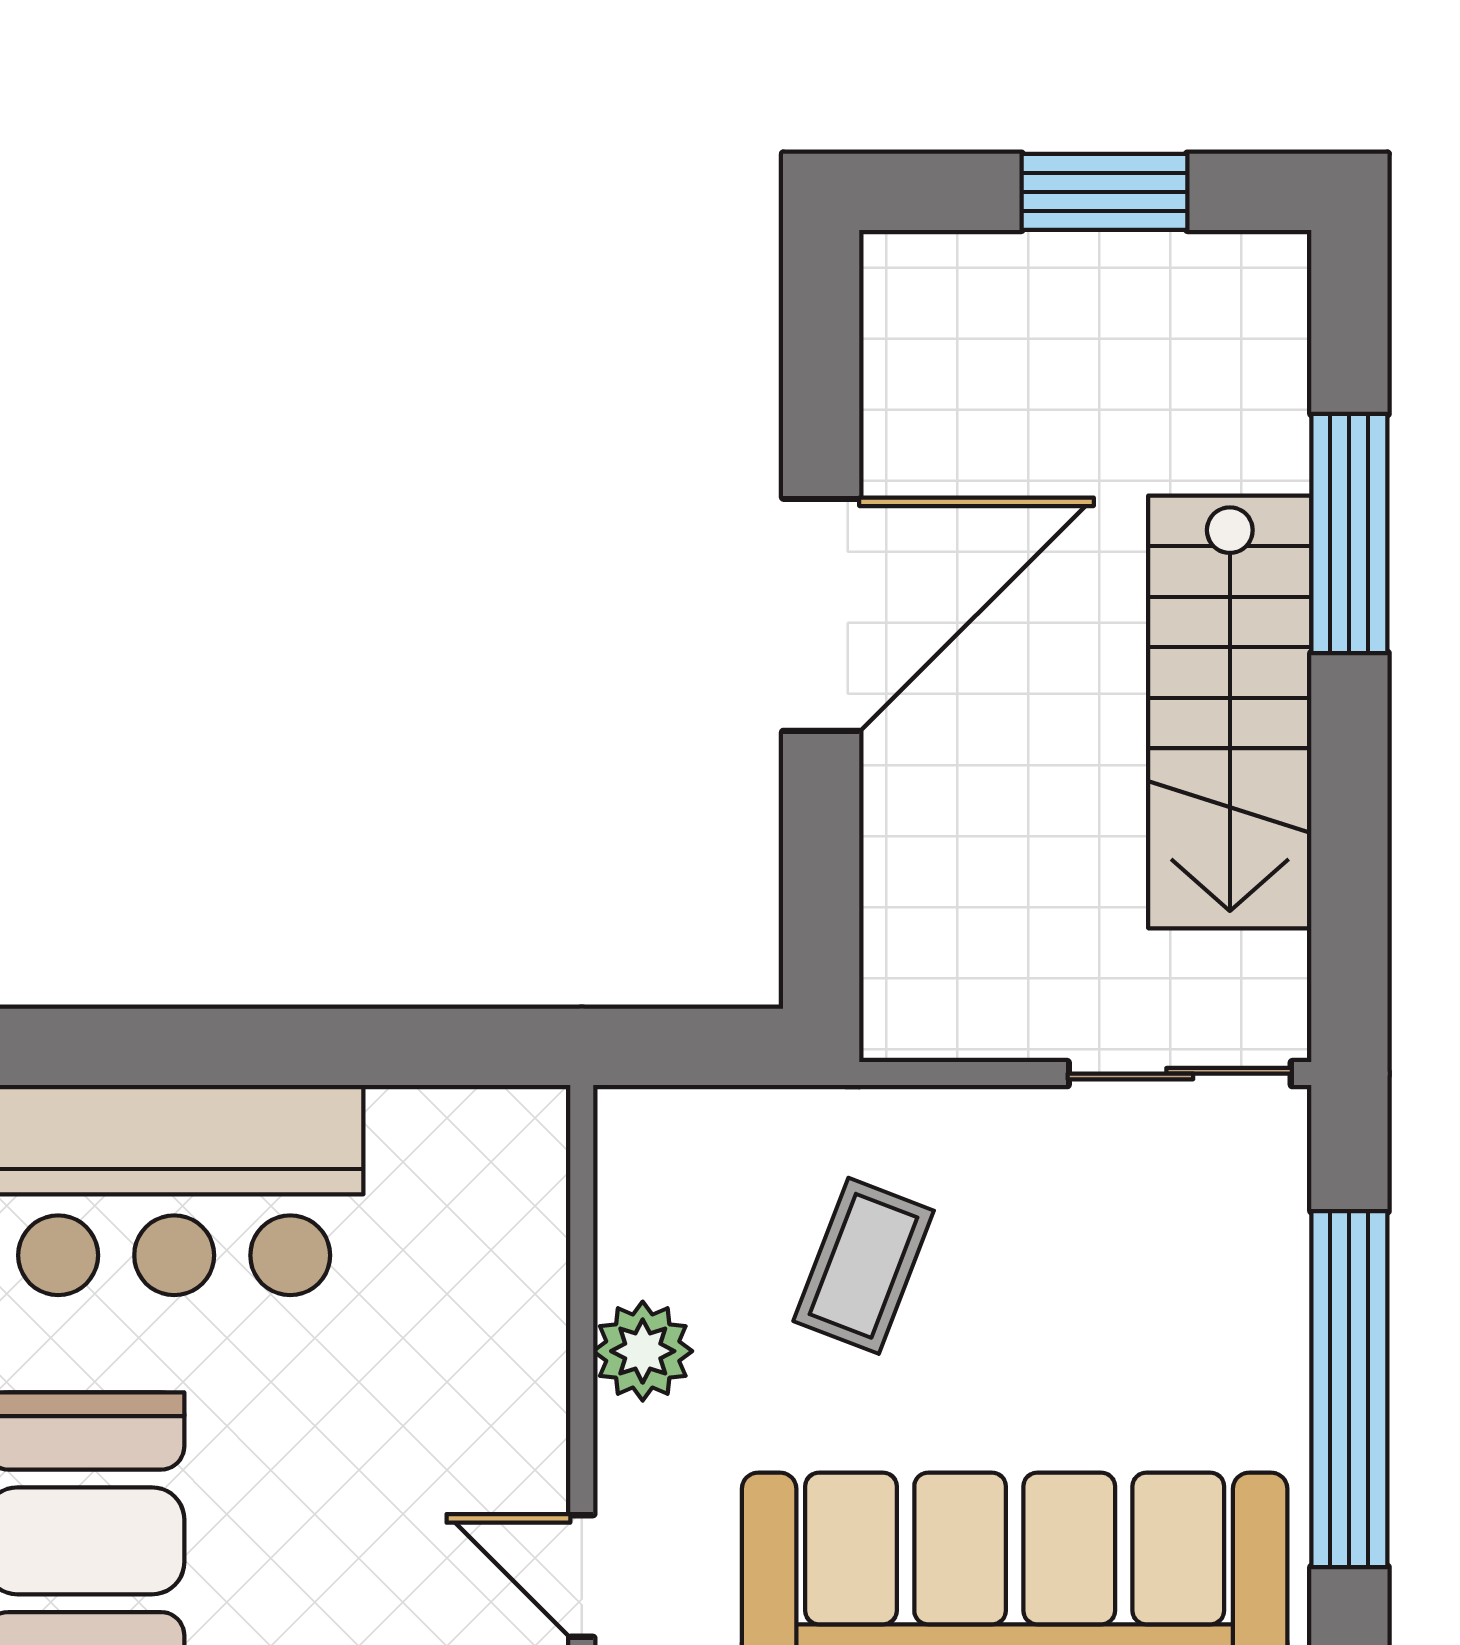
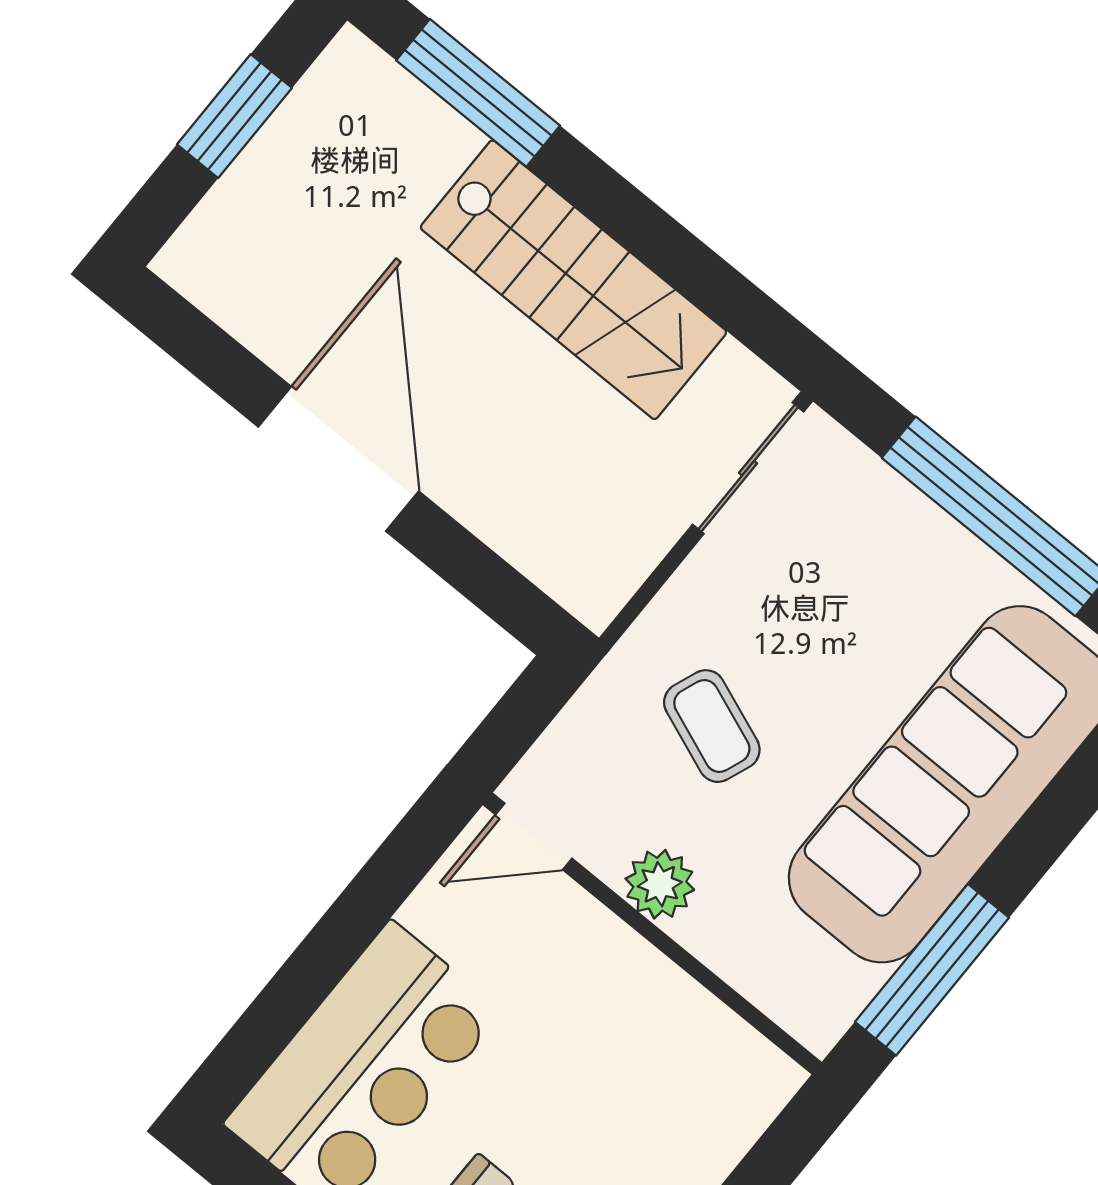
window: (1349, 533) -> (478, 93), moved
door: (582, 1576) -> (534, 837), moved

